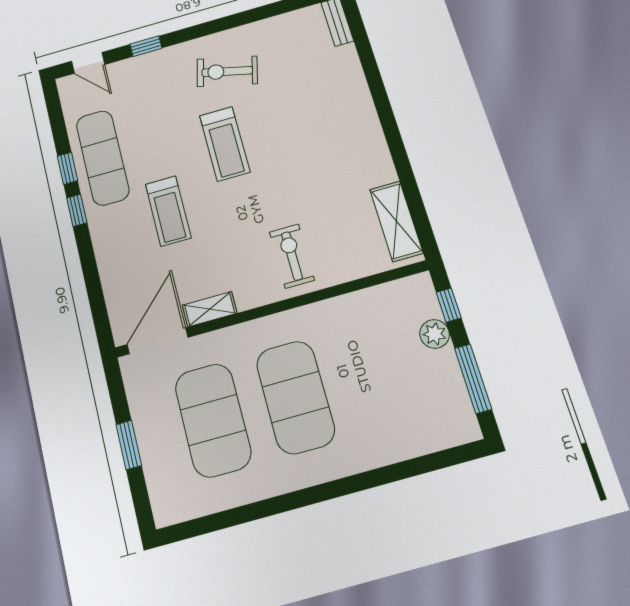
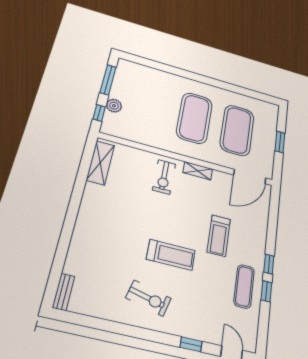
treadmill: (225, 144) -> (171, 255), turned 90
exercise mat: (103, 158) -> (244, 286), width x0.73, depth x0.69
treadmill: (168, 211) -> (219, 236), turned 180
shelving: (210, 309) -> (198, 171), moved

